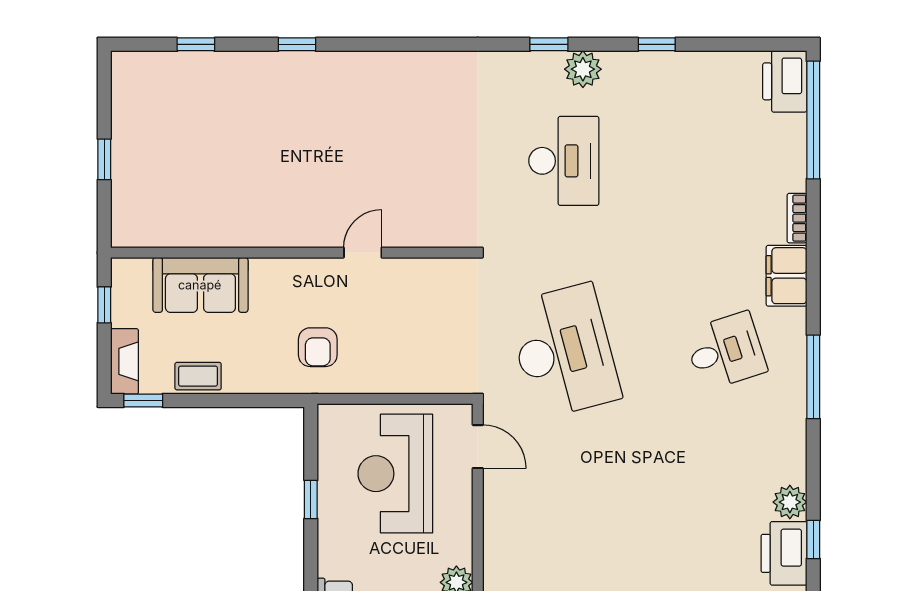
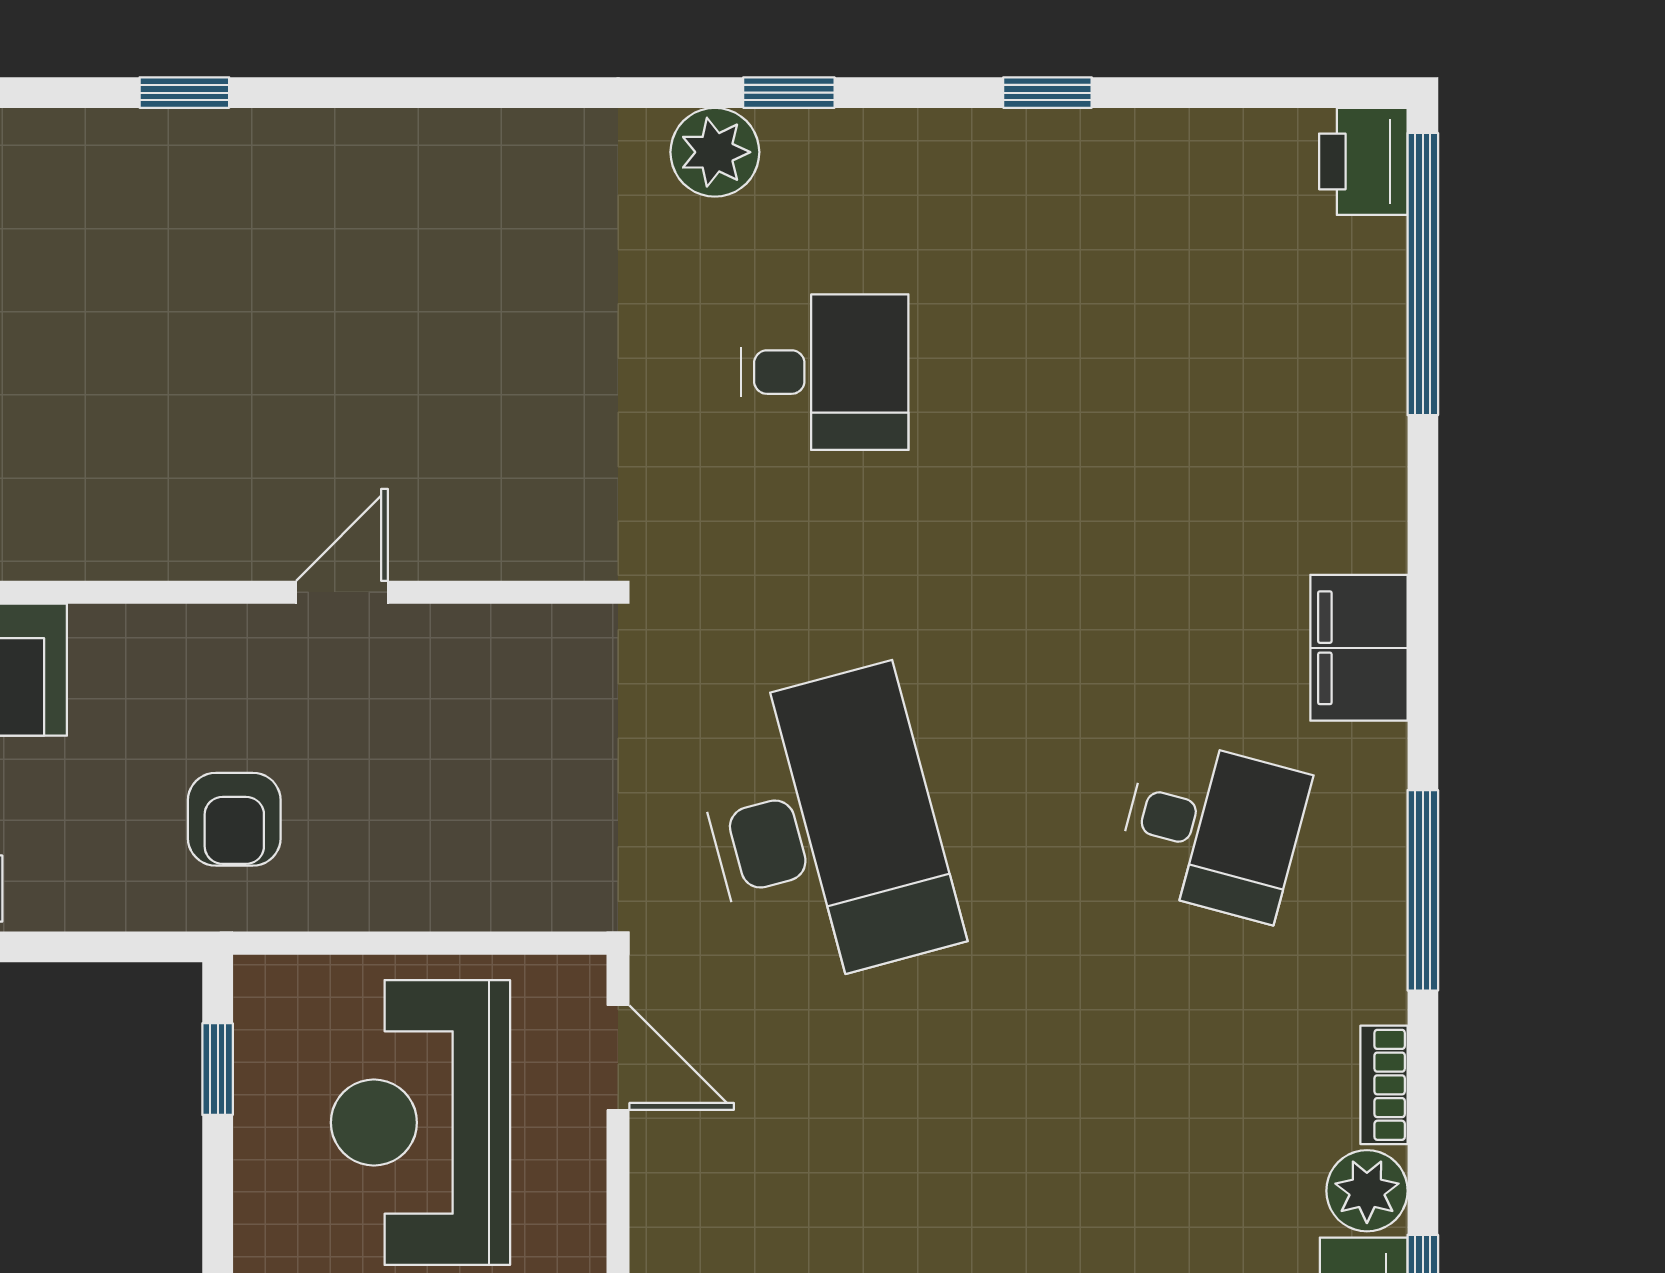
plant: (583, 69) -> (715, 152), moved
printer: (785, 81) -> (1363, 161), width x0.73, depth x0.84
desk: (564, 161) -> (825, 372), width x0.73
bookcase: (797, 218) -> (1384, 1085), moved
desk: (725, 351) -> (1213, 829), turned 33
window: (311, 499) -> (218, 1069), moved

